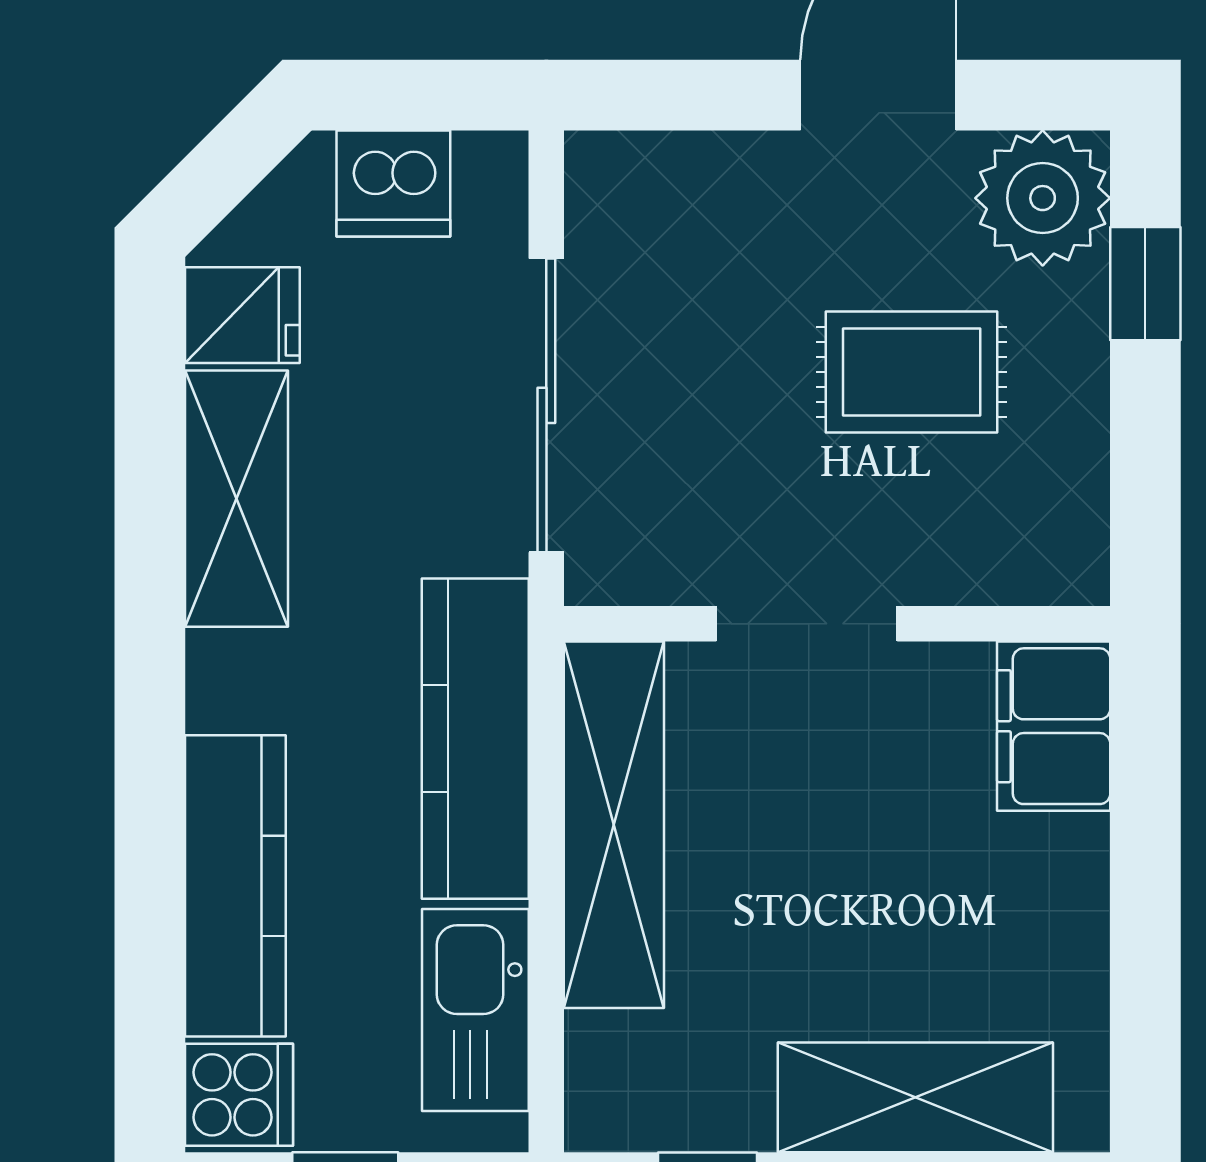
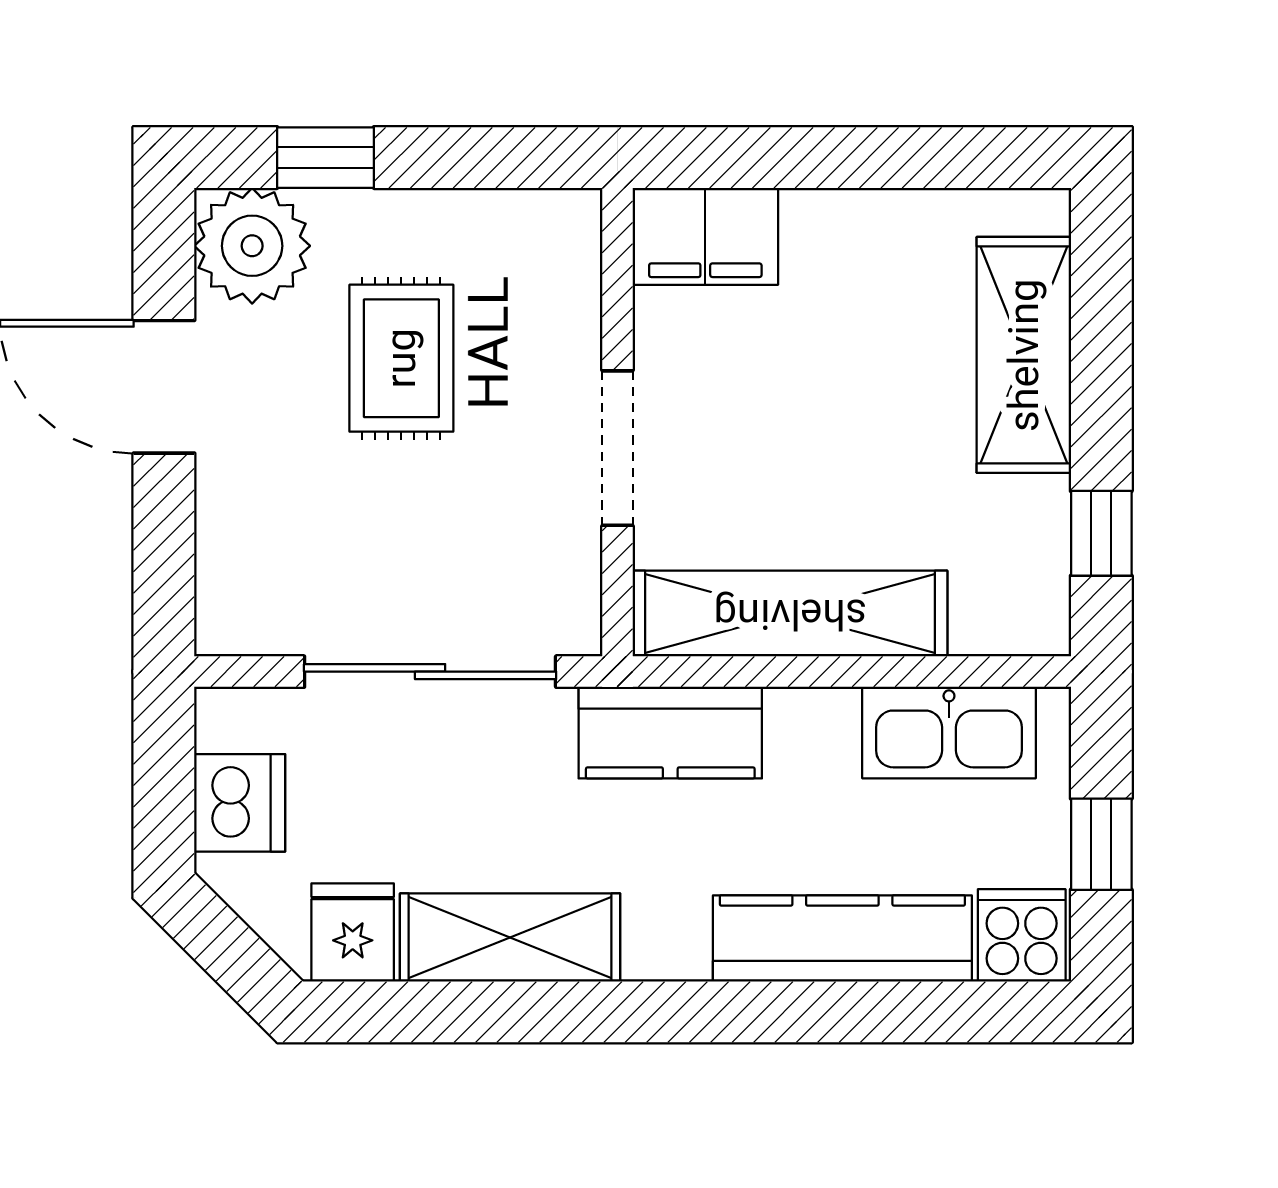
kitchen counter: (475, 739) -> (670, 733), width x0.67

